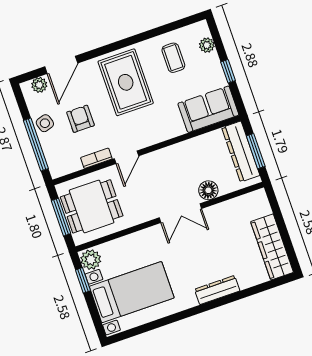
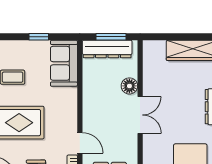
plant: (207, 45) -> (12, 47), removed

